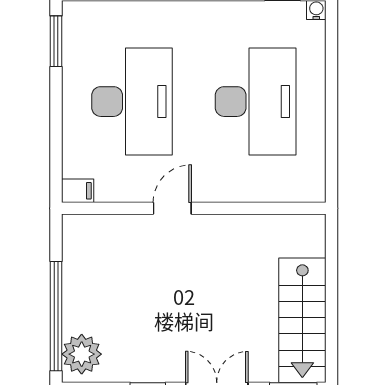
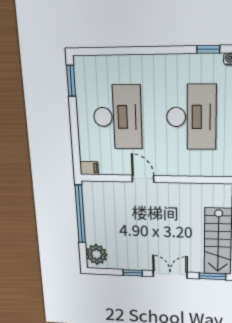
door: (172, 208) -> (143, 179), hinge flipped
window: (56, 316) -> (80, 214), moved

